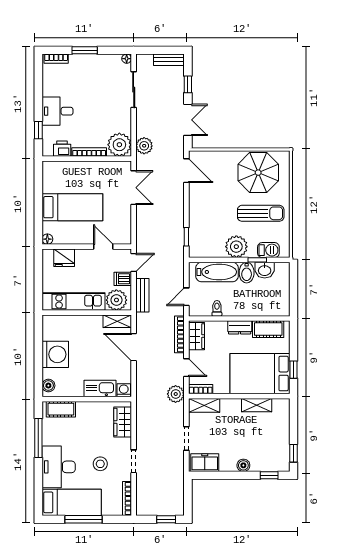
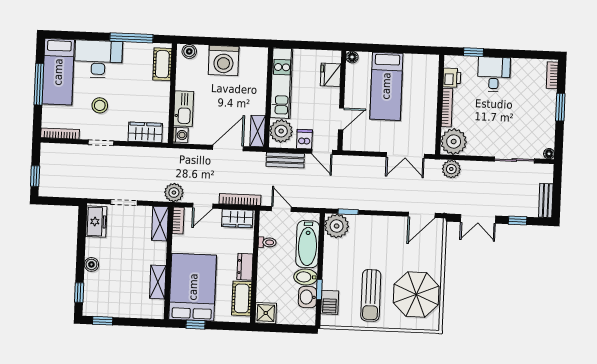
plant: (236, 247) -> (337, 226), moved
shower: (281, 307) -> (266, 313), added

